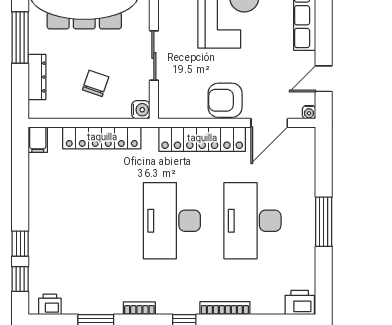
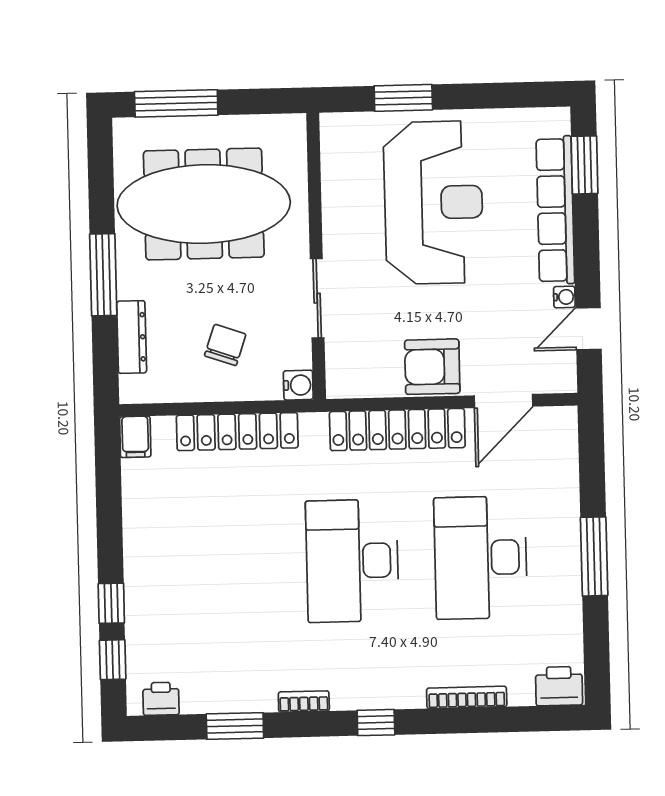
water cooler: (309, 112) -> (564, 297), moved, turned -90
bookcase: (225, 308) -> (467, 697), moved

